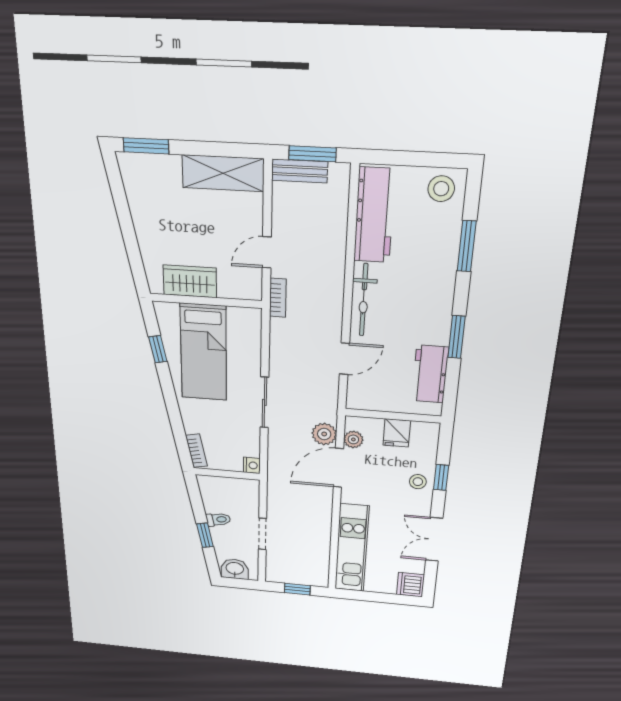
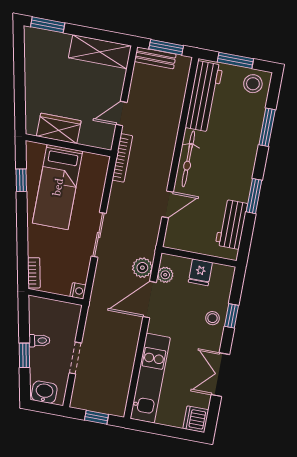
window: (413, 159) -> (235, 60), added
bookcase: (278, 298) -> (122, 158), width x1.56

